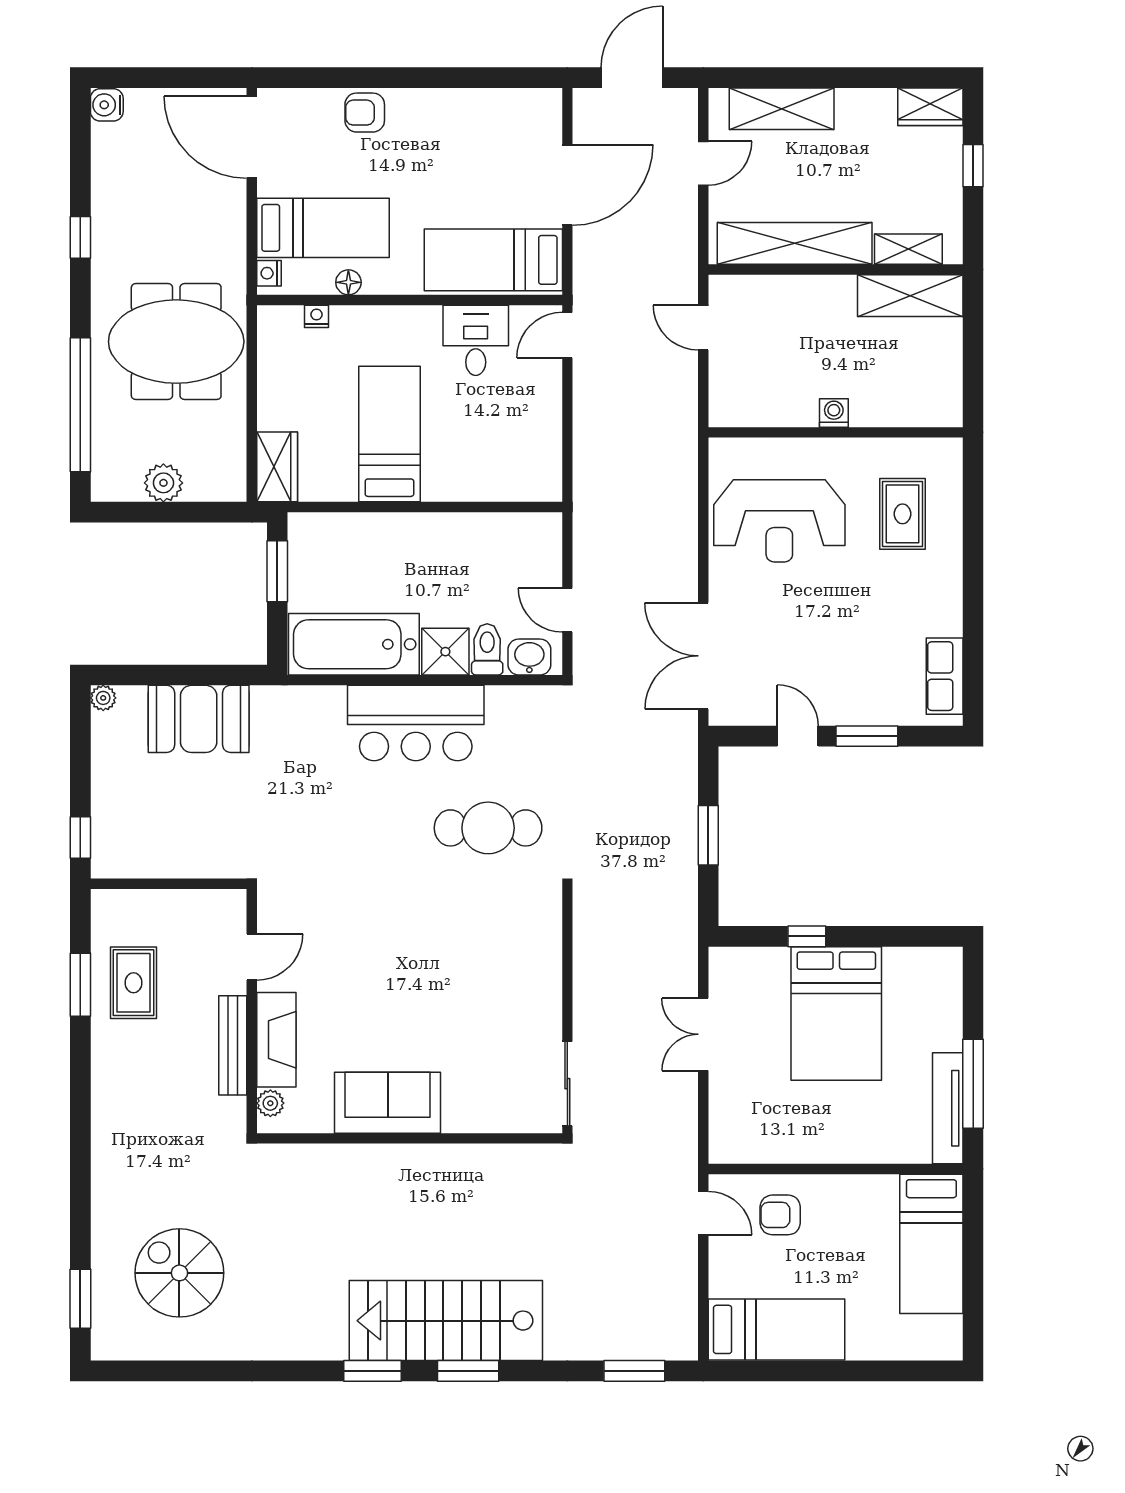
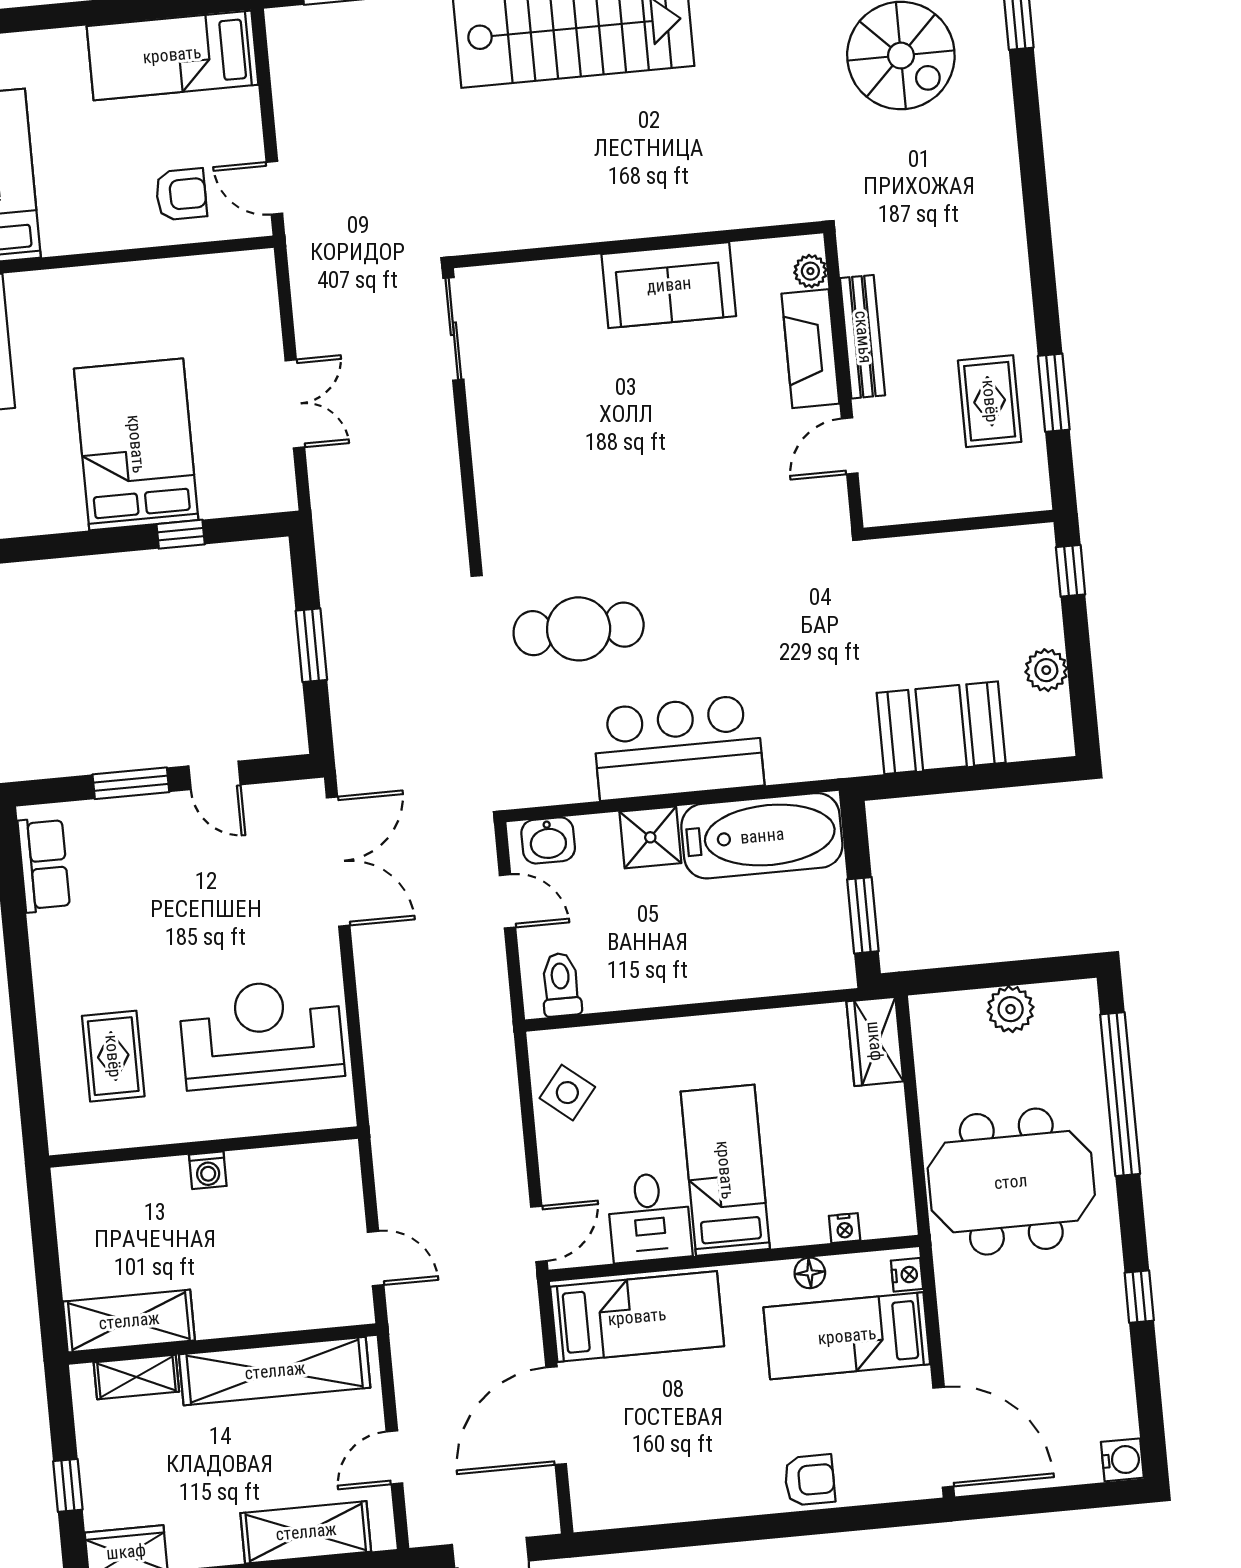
bed: (389, 434) -> (725, 1170), moved, turned 180
side table: (533, 449) -> (567, 1093), added
toilet: (487, 649) -> (561, 985), moved, turned 180
plant: (103, 698) -> (1046, 670), moved, width x1.38, depth x1.38

